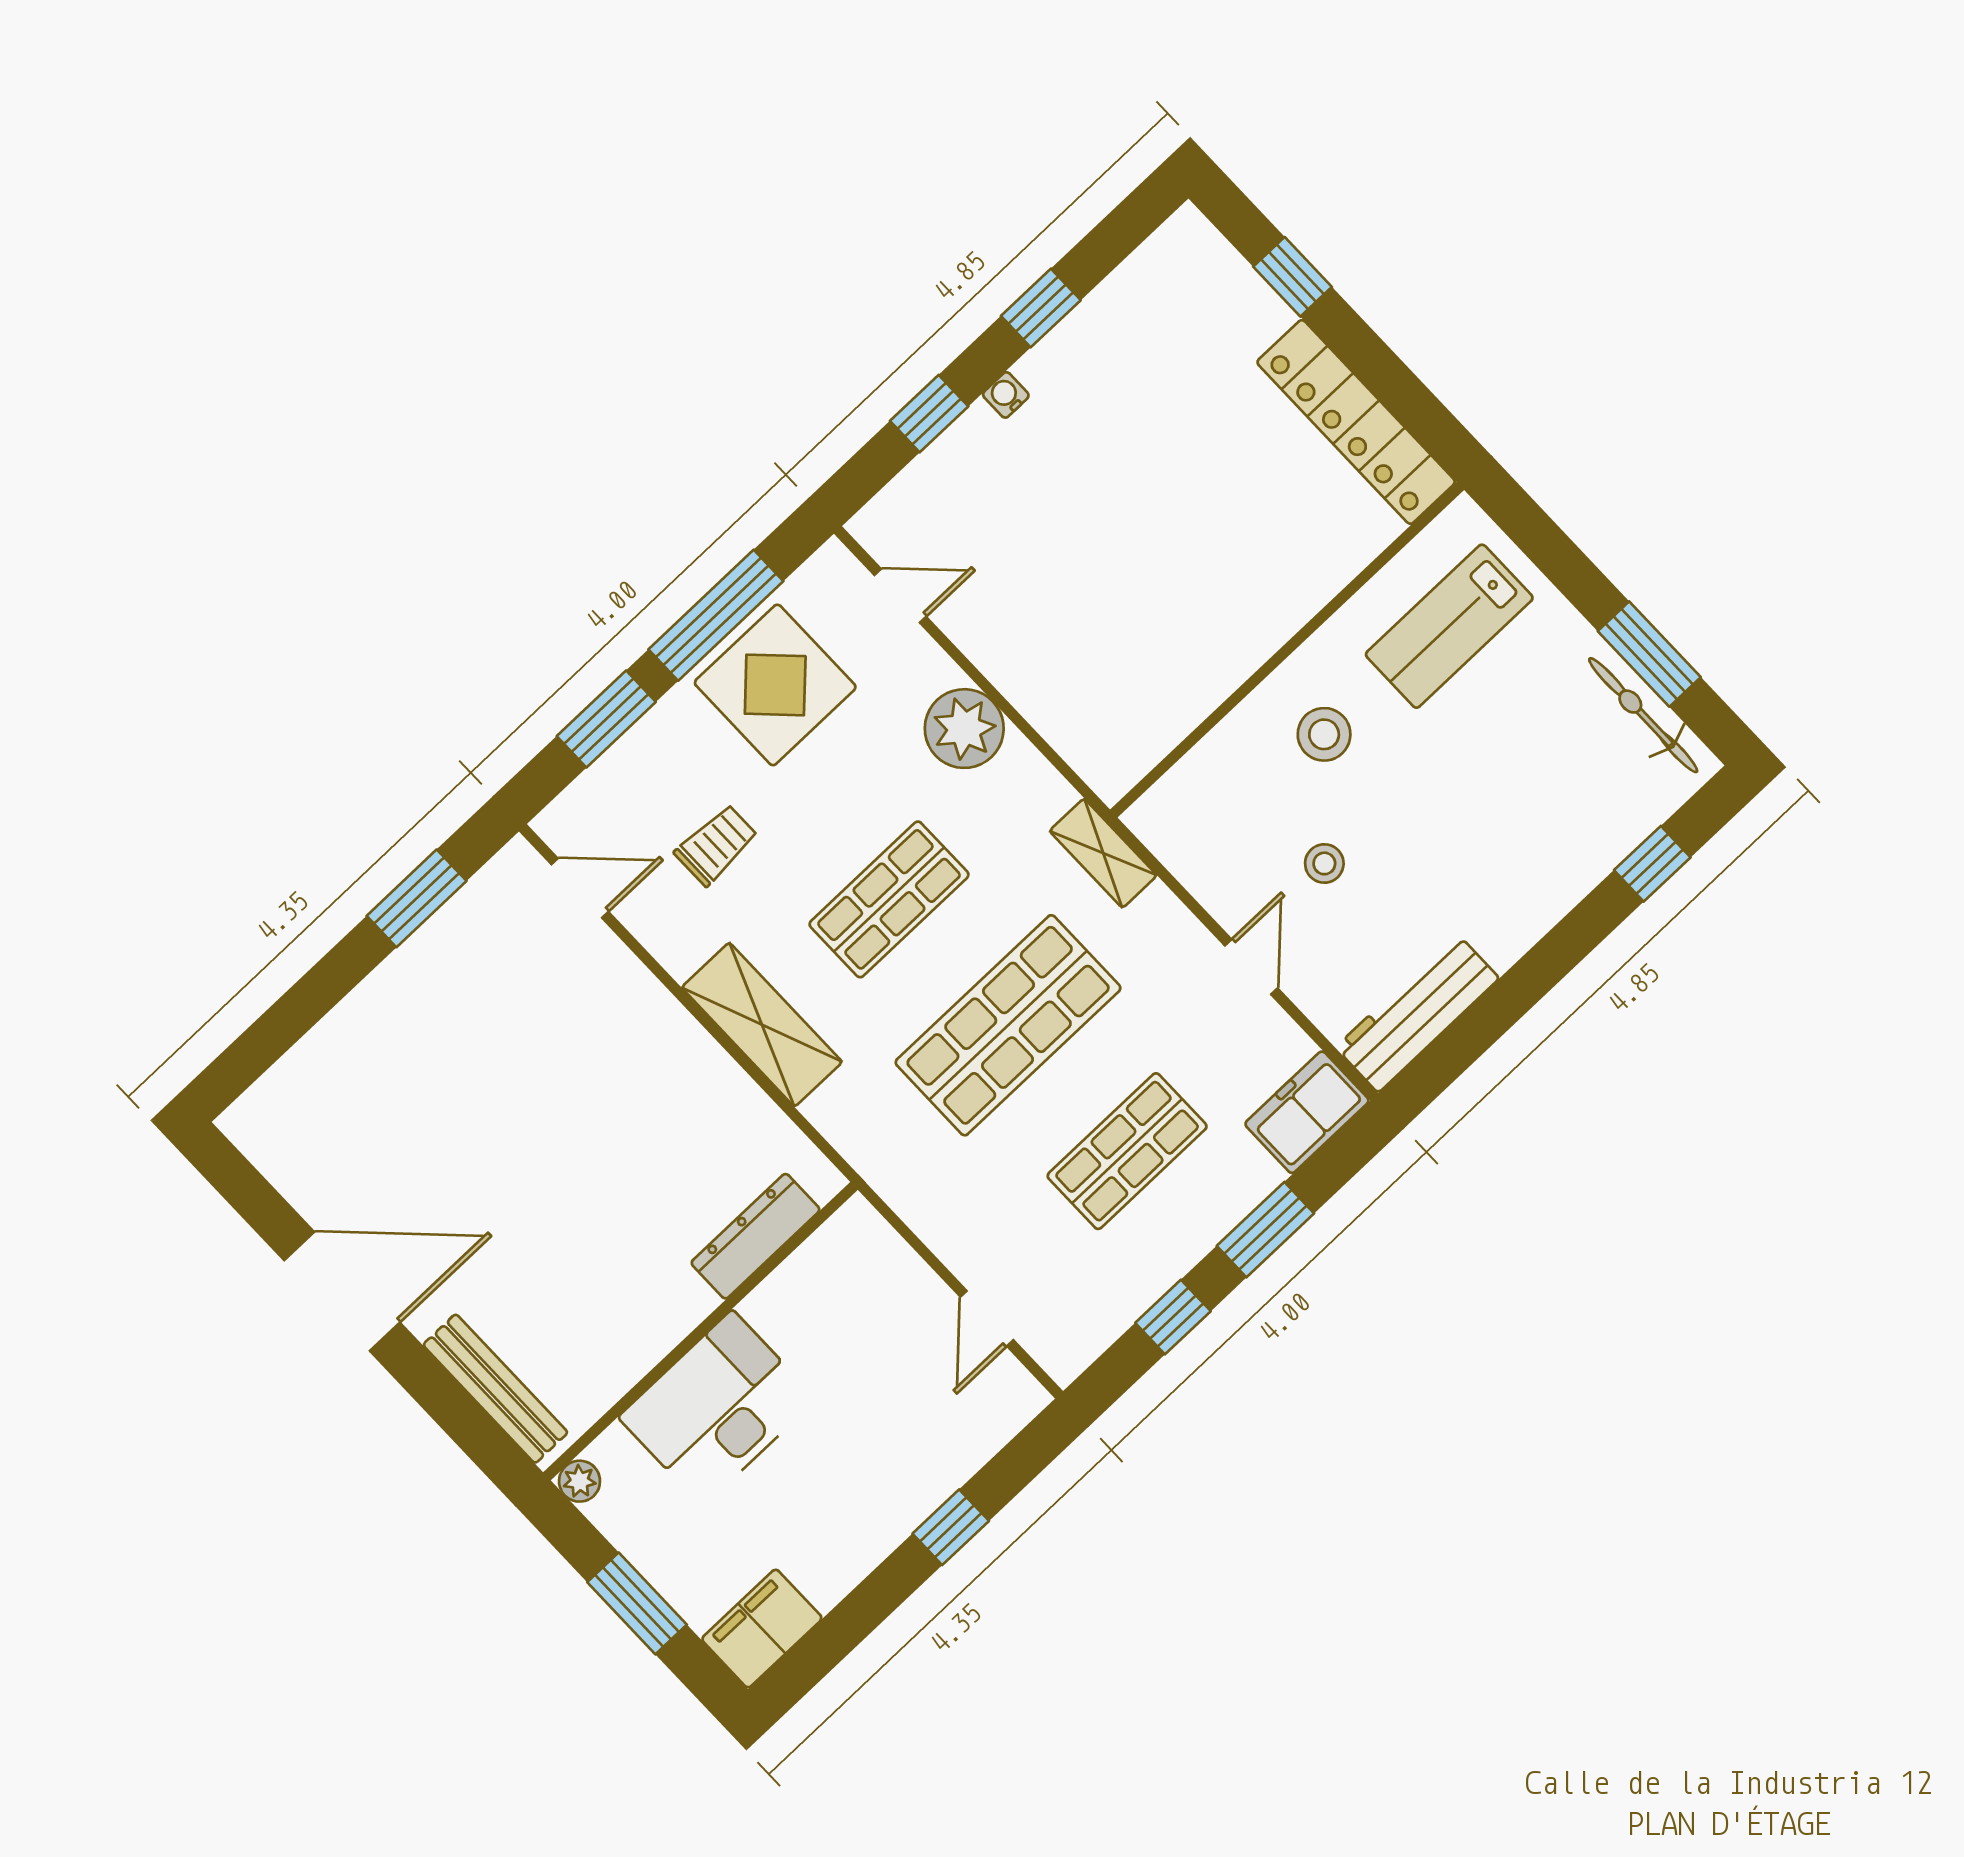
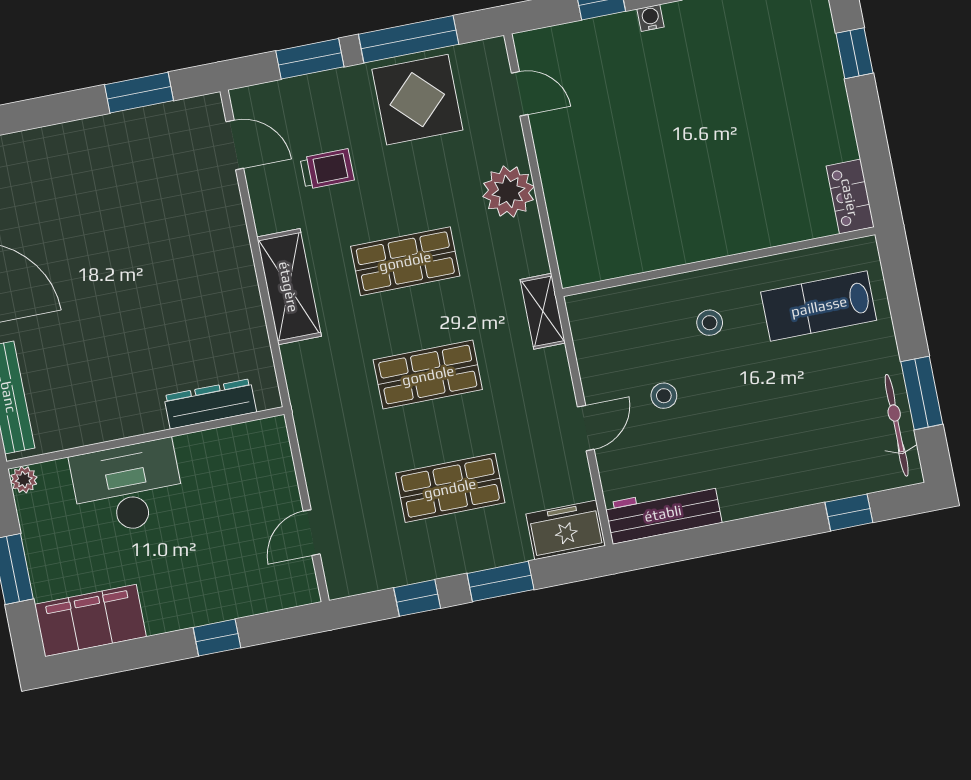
locker: (1356, 422) -> (850, 197), width x0.46, depth x0.83
stool: (1324, 734) -> (710, 323), width x0.73, depth x0.73
shop shelf: (1008, 1025) -> (428, 375), width x0.70, depth x0.74
filing cabinet: (762, 1629) -> (91, 621), width x1.50, depth x1.17

